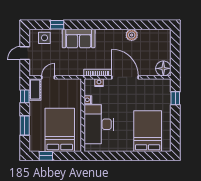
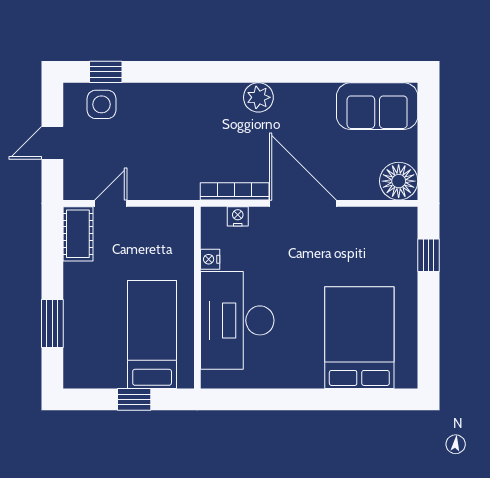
window: (57, 25) -> (106, 72), moved
plant: (132, 35) -> (258, 97), moved
sofa: (79, 38) -> (377, 106), moved
window: (25, 96) -> (52, 251), removed
bed: (60, 130) -> (152, 334), width x0.67
window: (46, 156) -> (134, 399), moved

